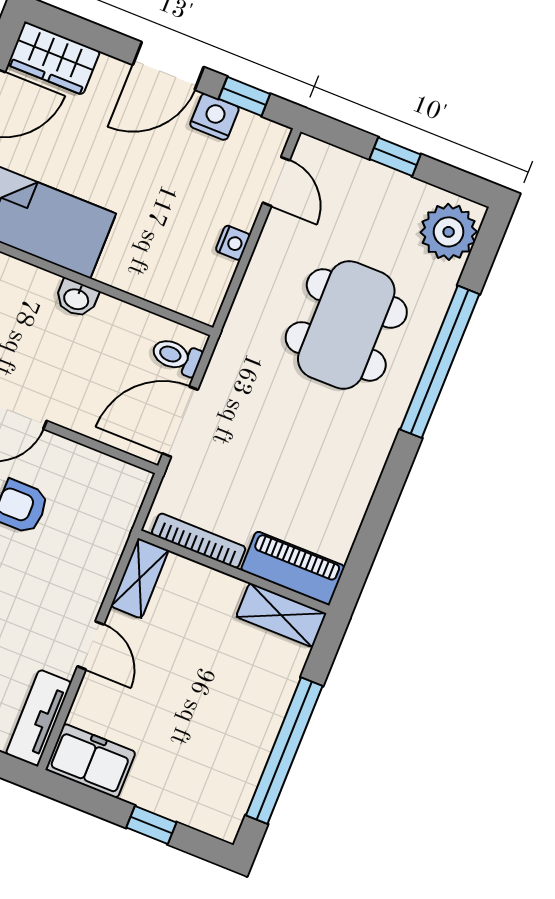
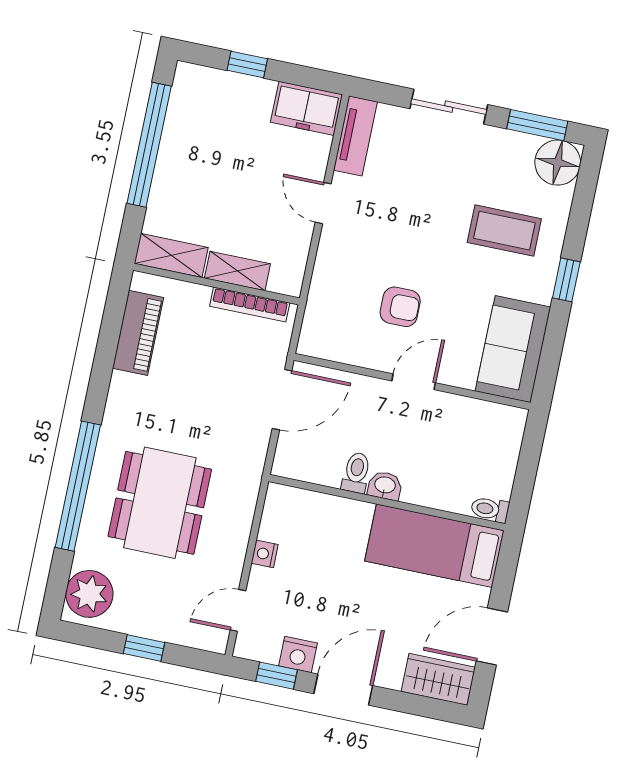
door: (276, 181) -> (238, 610), hinge flipped
toilet: (176, 356) -> (356, 473), moved, turned -90
piano: (293, 568) -> (138, 333), moved, turned -90
shelving: (140, 578) -> (237, 271), moved, turned 90

